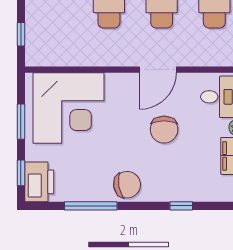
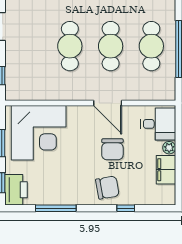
door: (158, 70) -> (108, 103), hinge flipped
chair: (127, 185) -> (107, 188), moved

